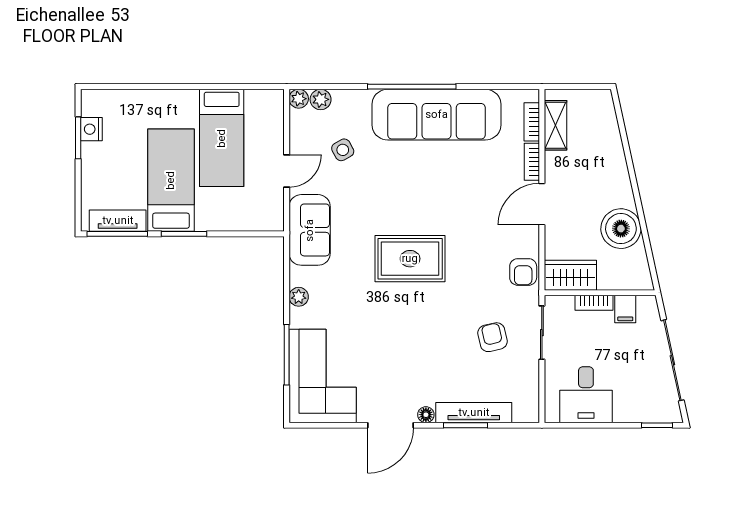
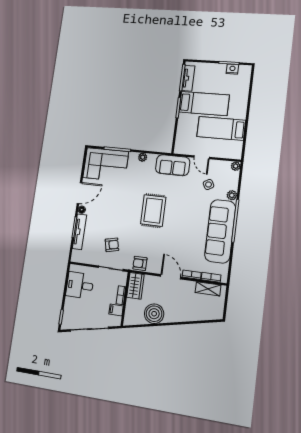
plant: (321, 99) -> (232, 195), moved
door: (390, 425) -> (79, 193), swing flipped

